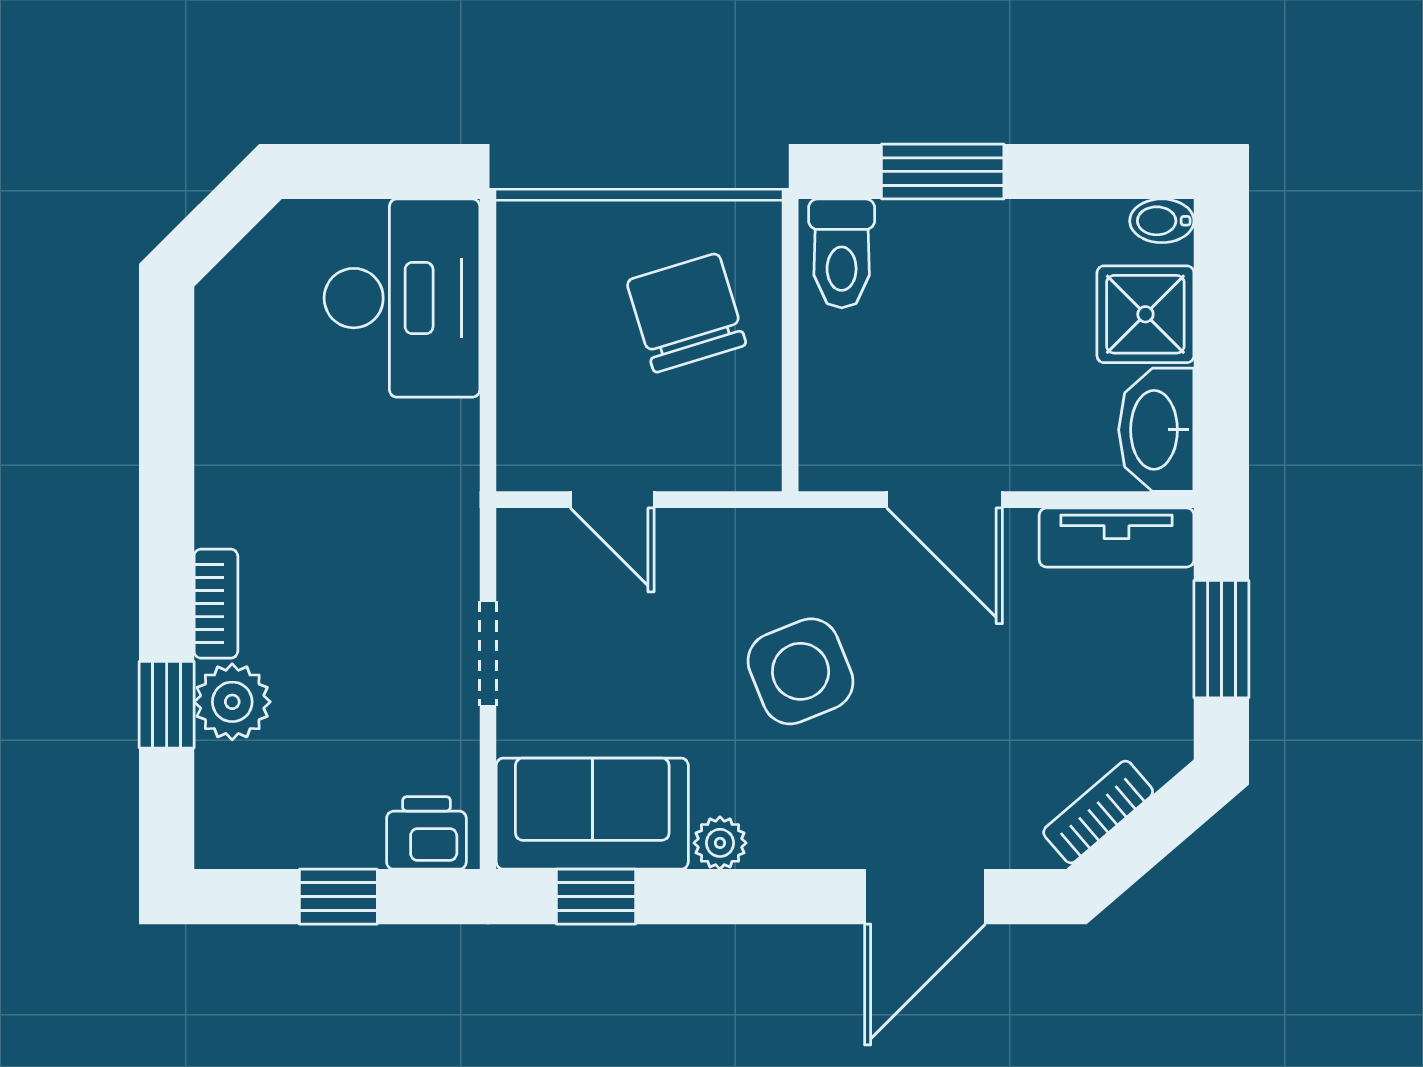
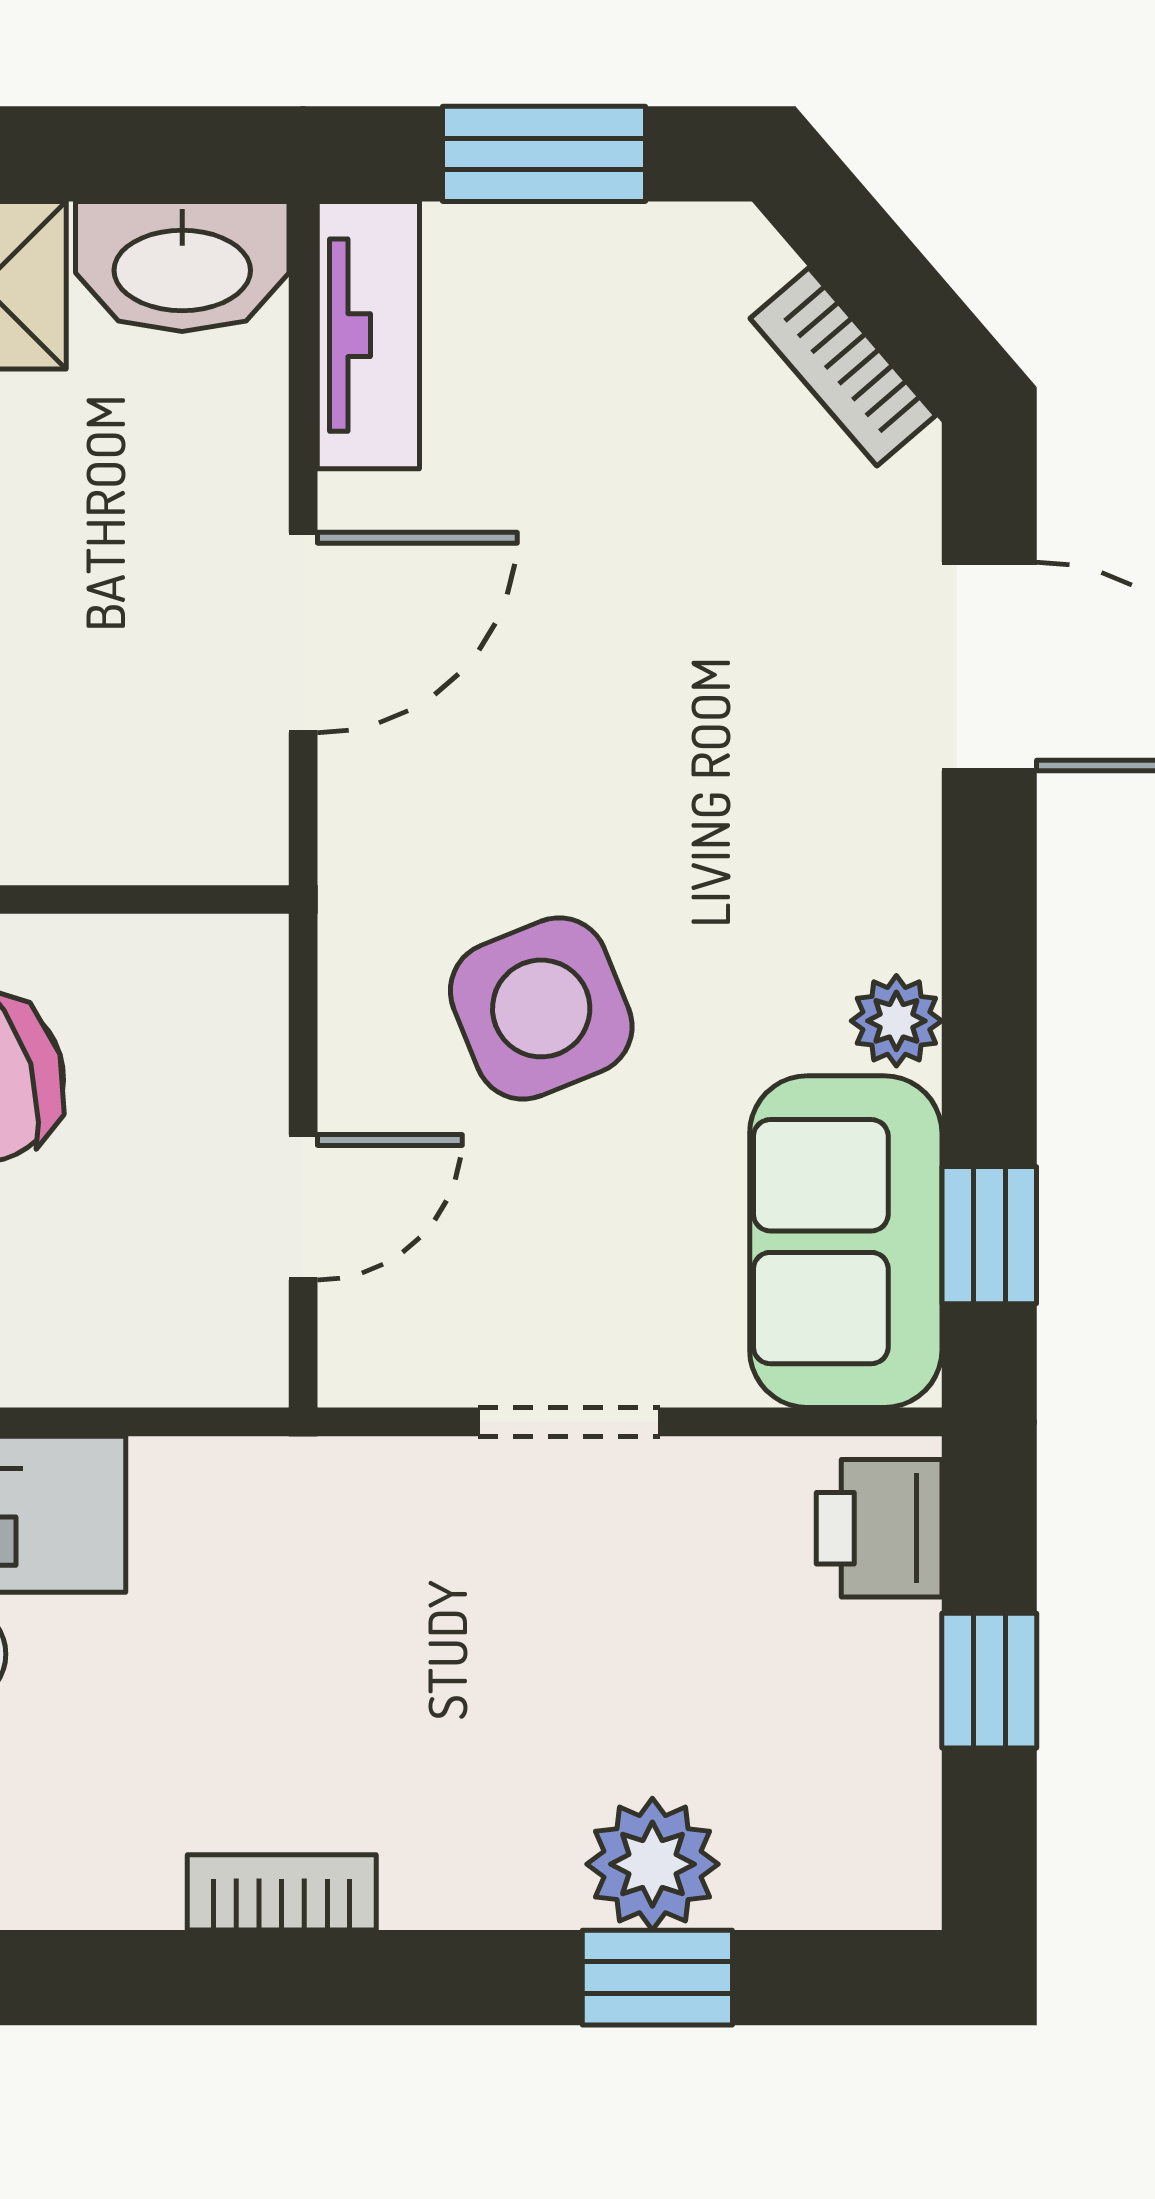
bookcase: (216, 604) -> (282, 1892), moved
side table: (801, 671) -> (541, 1008), moved

